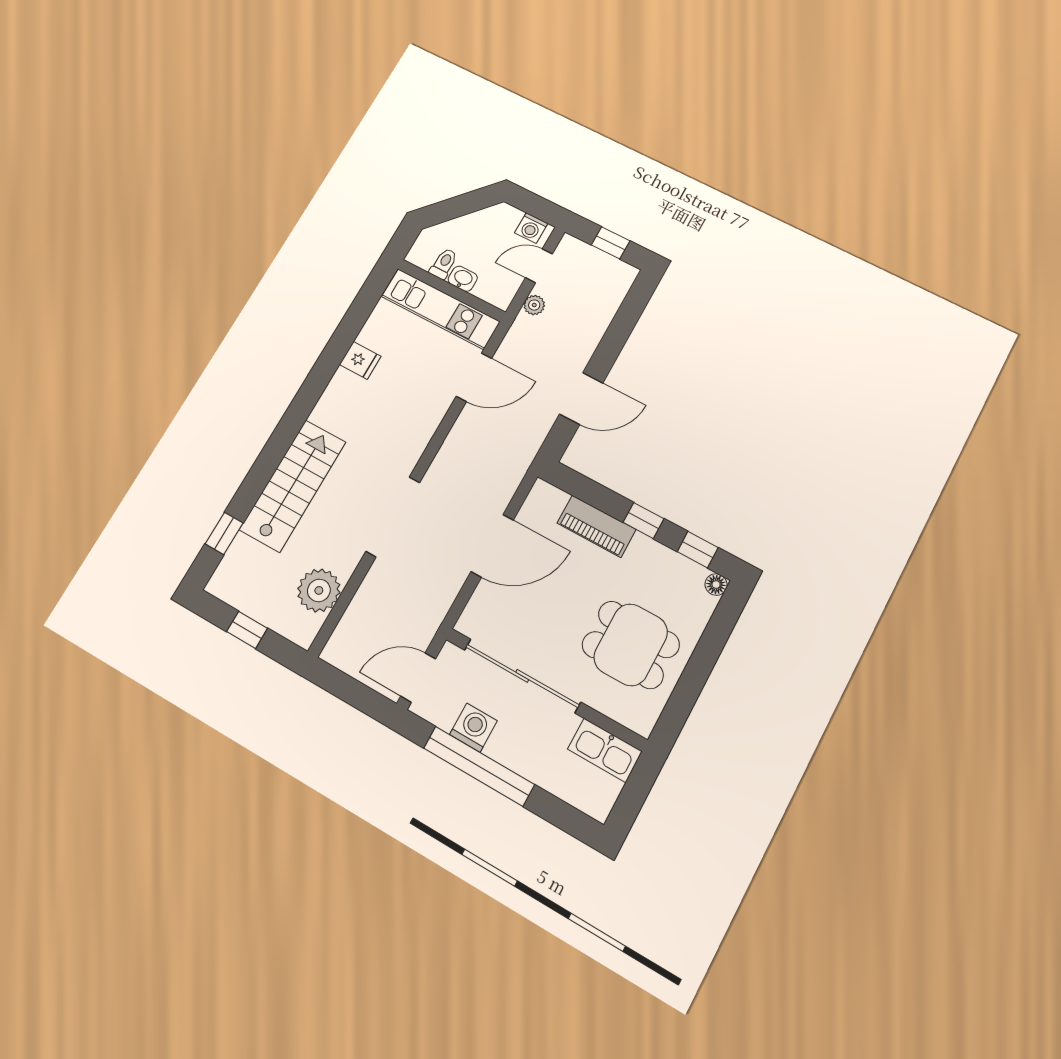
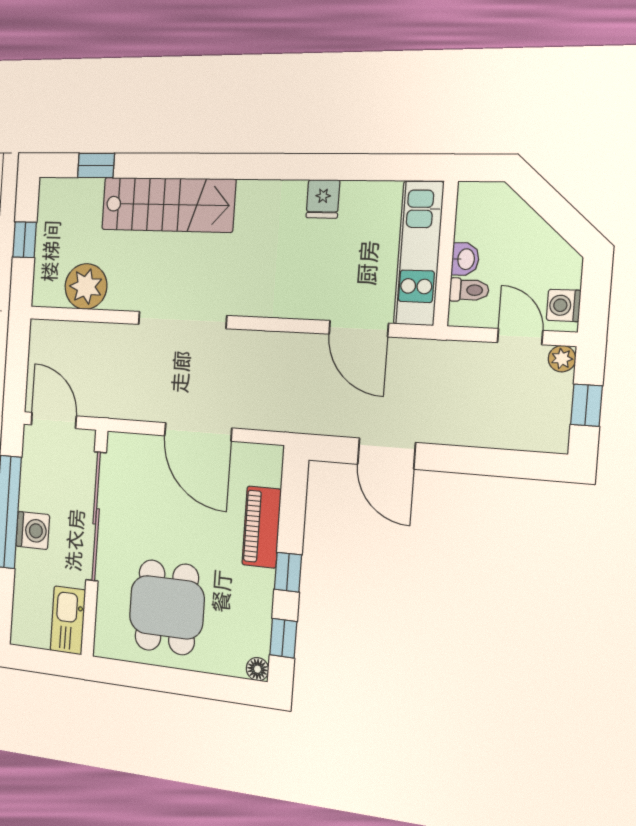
toilet: (444, 264) -> (469, 290), moved
plant: (534, 305) -> (562, 359), moved
washing machine: (473, 728) -> (33, 530), moved

